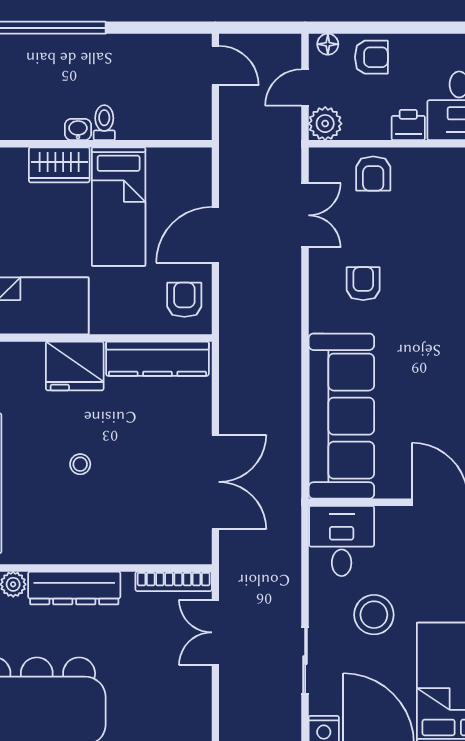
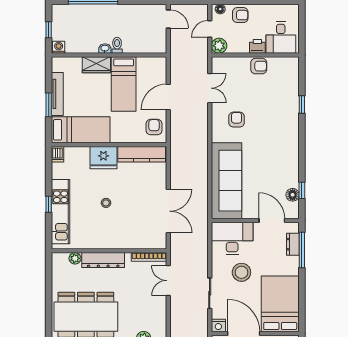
armchair: (373, 174) -> (259, 66), moved, turned -90
desk: (342, 541) -> (232, 238), width x1.37

